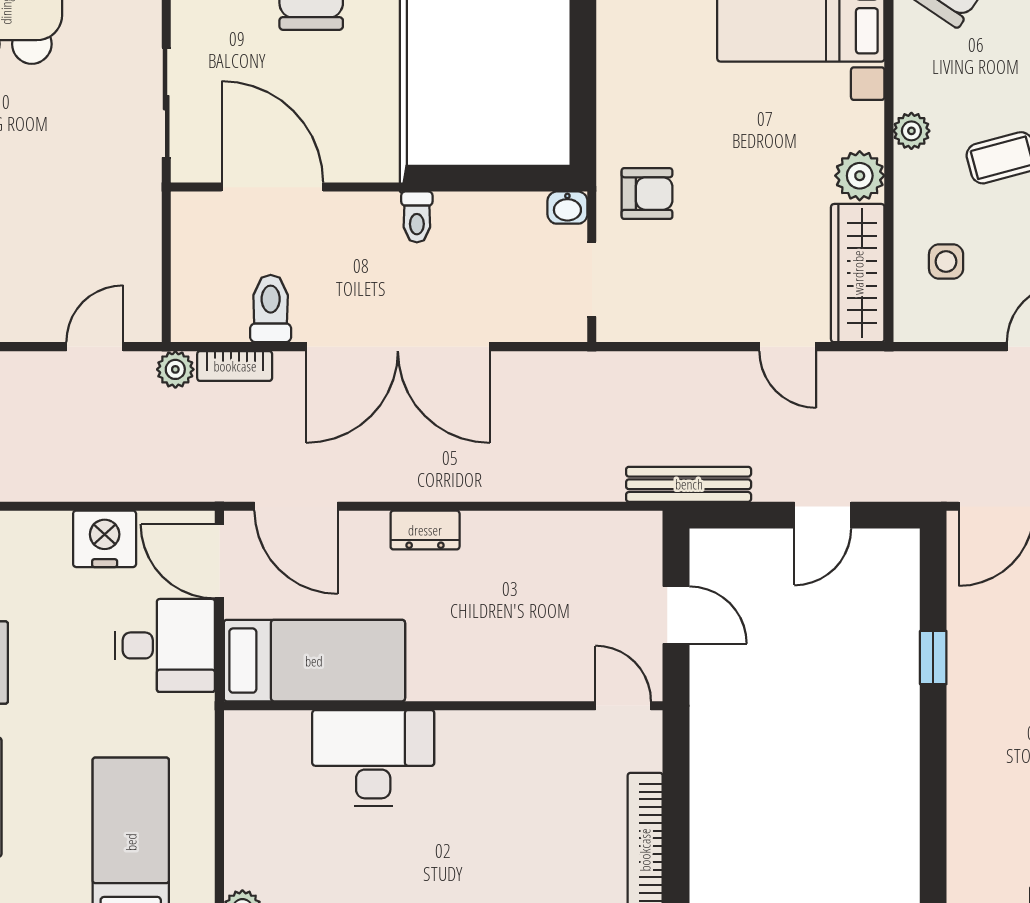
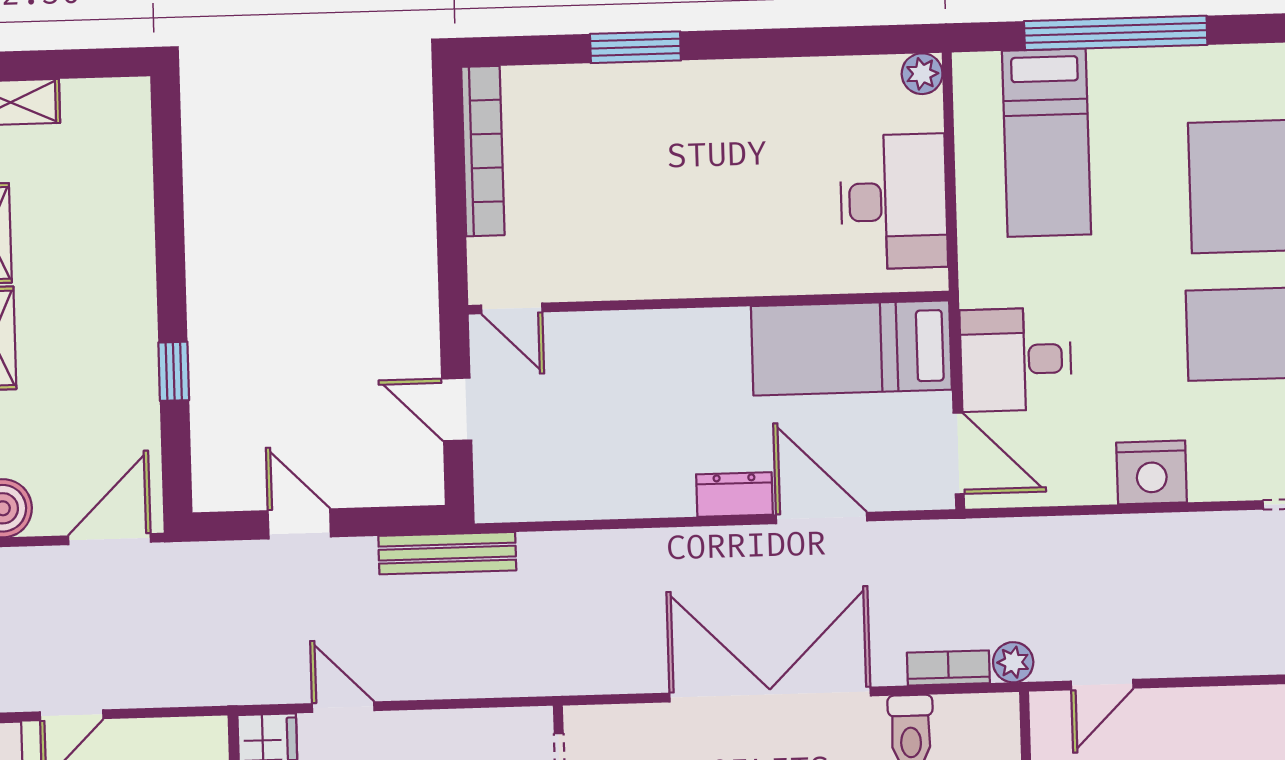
door: (296, 506) -> (821, 518), moved
door: (823, 515) -> (299, 524), hinge flipped
nightstand: (105, 539) -> (1152, 472), moved
desk: (373, 758) -> (894, 201), moved, turned -90

